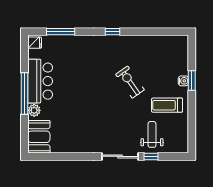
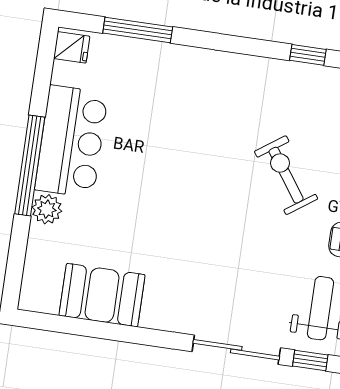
window: (113, 32) -> (308, 55), moved
booth: (39, 137) -> (102, 295), moved, turned 90

